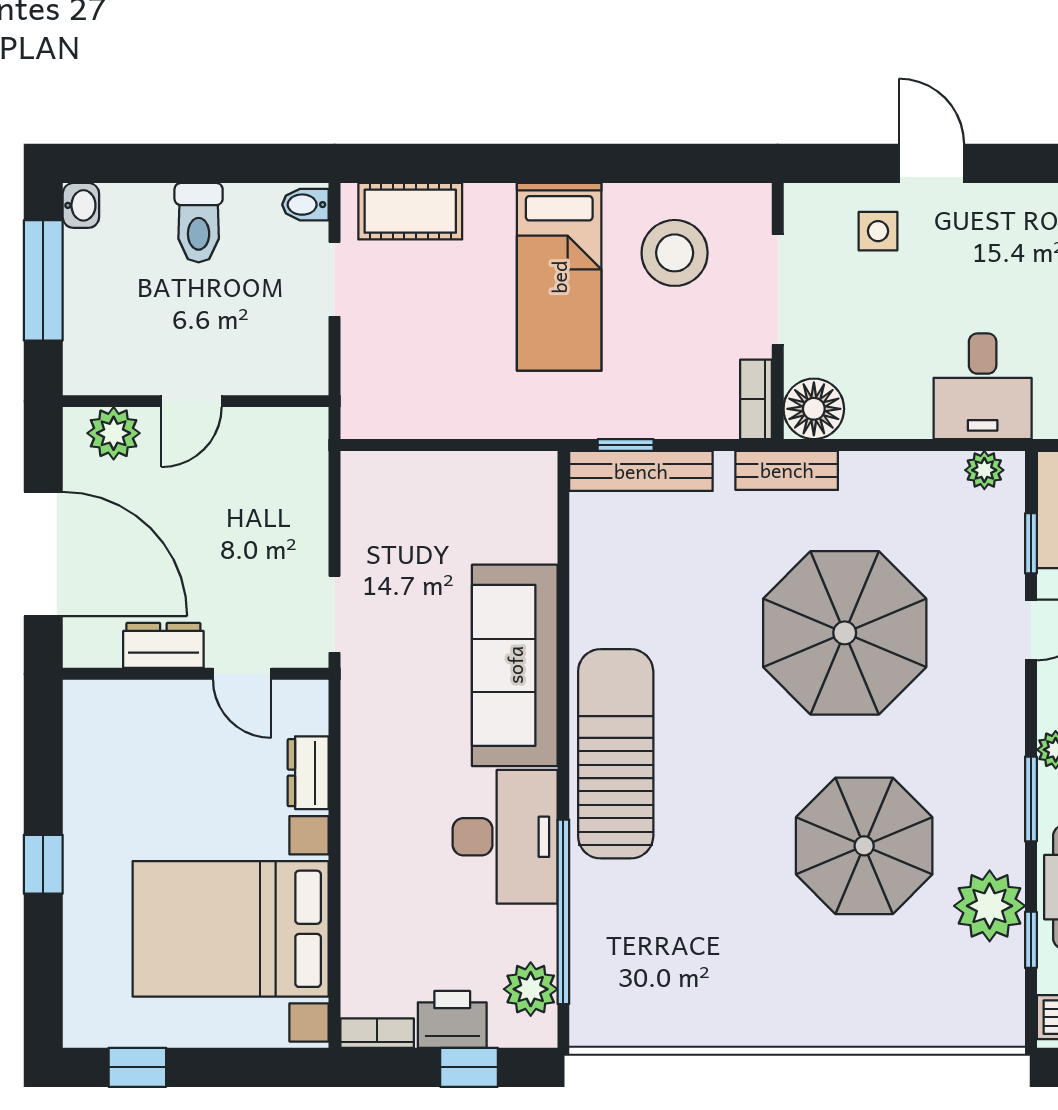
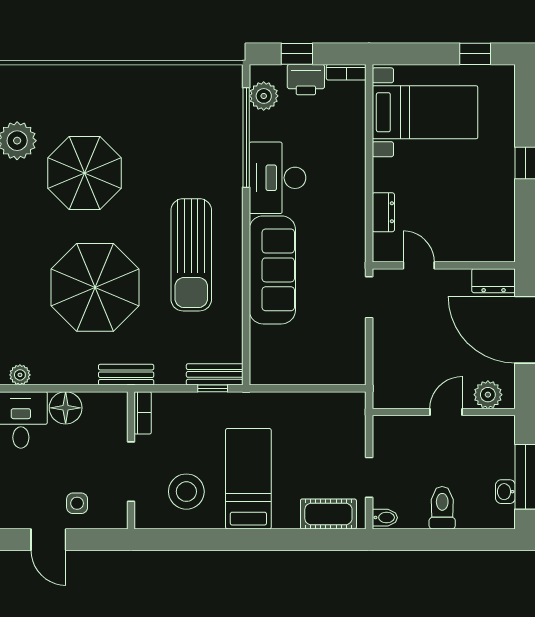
washbasin: (81, 205) -> (505, 492), moved
floor lamp: (814, 409) -> (66, 408), moved
bench: (641, 471) -> (215, 374), width x0.73
dresser: (163, 645) -> (494, 281), moved
sun lounger: (616, 754) -> (191, 255), moved
bed with nightstands: (231, 929) -> (425, 112), width x0.73

